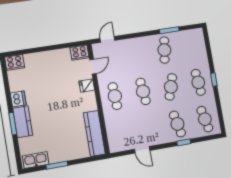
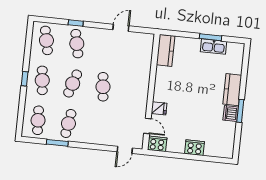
cooker: (15, 62) -> (195, 148), moved
door: (93, 67) -> (147, 126), swing flipped
cafe table: (115, 96) -> (38, 120), moved
window: (13, 124) -> (240, 111), moved
kitchen counter: (94, 133) -> (166, 50), width x0.67
door: (142, 150) -> (121, 28), hinge flipped
kitchen sink: (36, 160) -> (213, 47), moved

